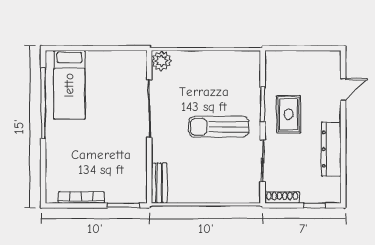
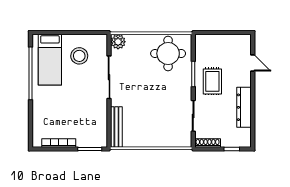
round table: (229, 77) -> (168, 53), added
stool: (109, 80) -> (79, 56), added
door: (343, 89) -> (253, 63), hinge flipped
sun lounger: (219, 127) -> (161, 91), removed
bench: (159, 183) -> (116, 127), width x1.36

